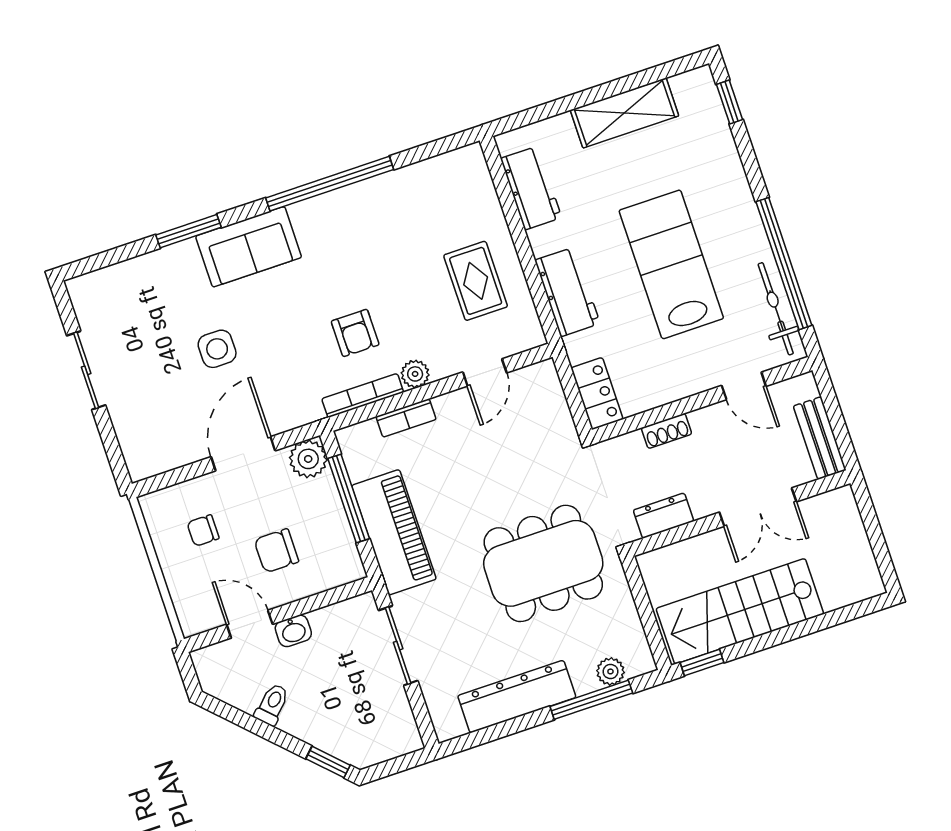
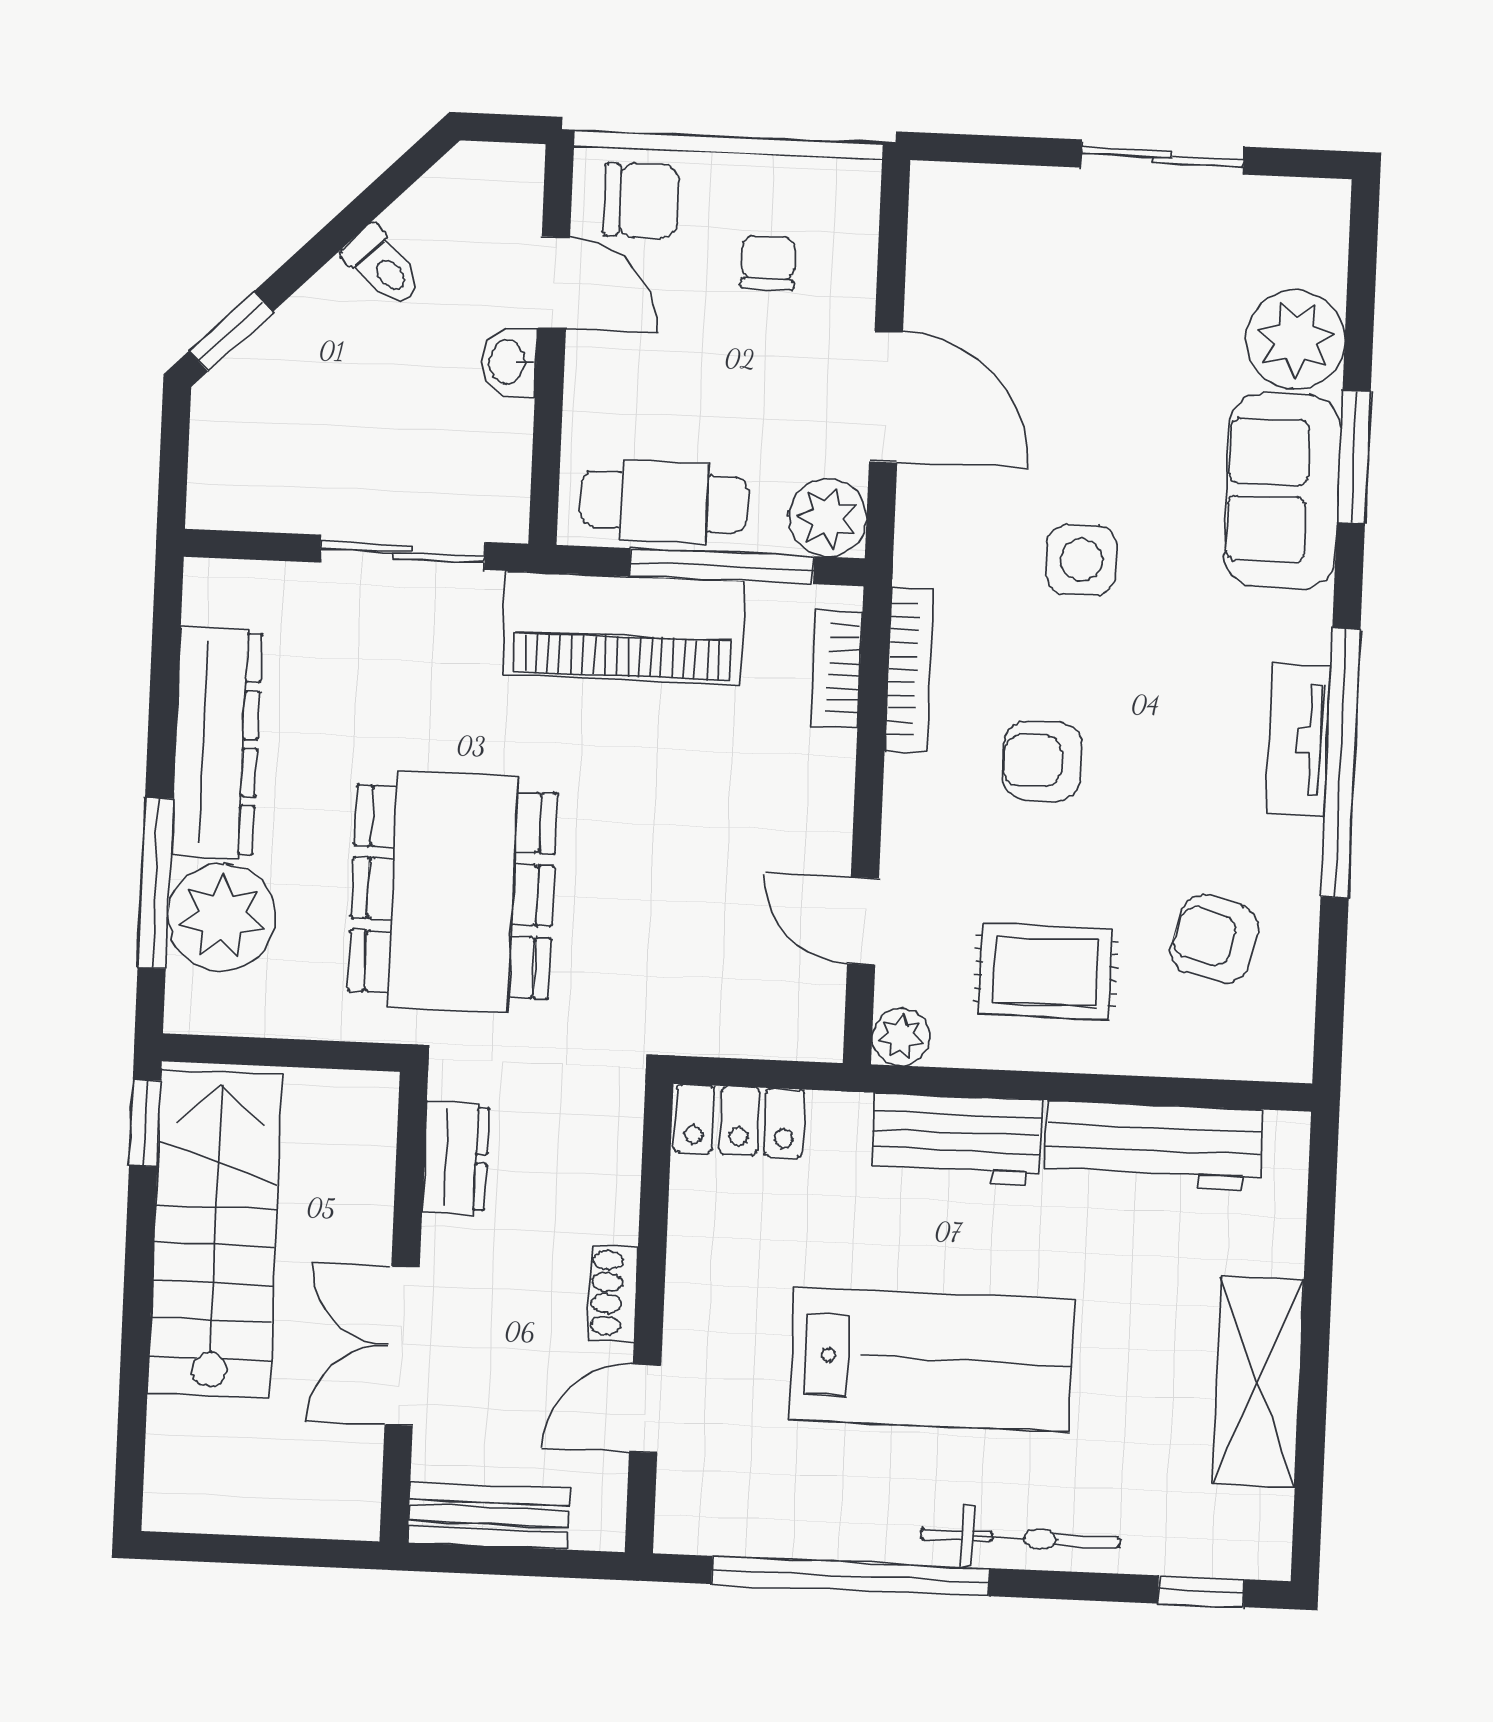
workbench: (531, 188) -> (1153, 1145), width x1.38
tv unit: (326, 207) -> (1298, 740), added
armchair: (432, 210) -> (1214, 939), added
sofa: (249, 247) -> (1282, 491), moved
plant: (146, 278) -> (1296, 340), added
bicycle: (776, 309) -> (1020, 1538), moved
armchair: (355, 333) -> (1042, 761), moved
side table: (217, 349) -> (1081, 560), moved
plant: (415, 374) -> (901, 1037), moved
bookcase: (406, 418) -> (837, 669), moved
shoe rack: (667, 431) -> (613, 1293), moved
cafe table: (329, 536) -> (664, 502), added
chair: (276, 551) -> (641, 201), moved, turned 90
door: (250, 624) -> (554, 283), hinge flipped
plant: (610, 671) -> (222, 917), width x1.87, depth x1.87

